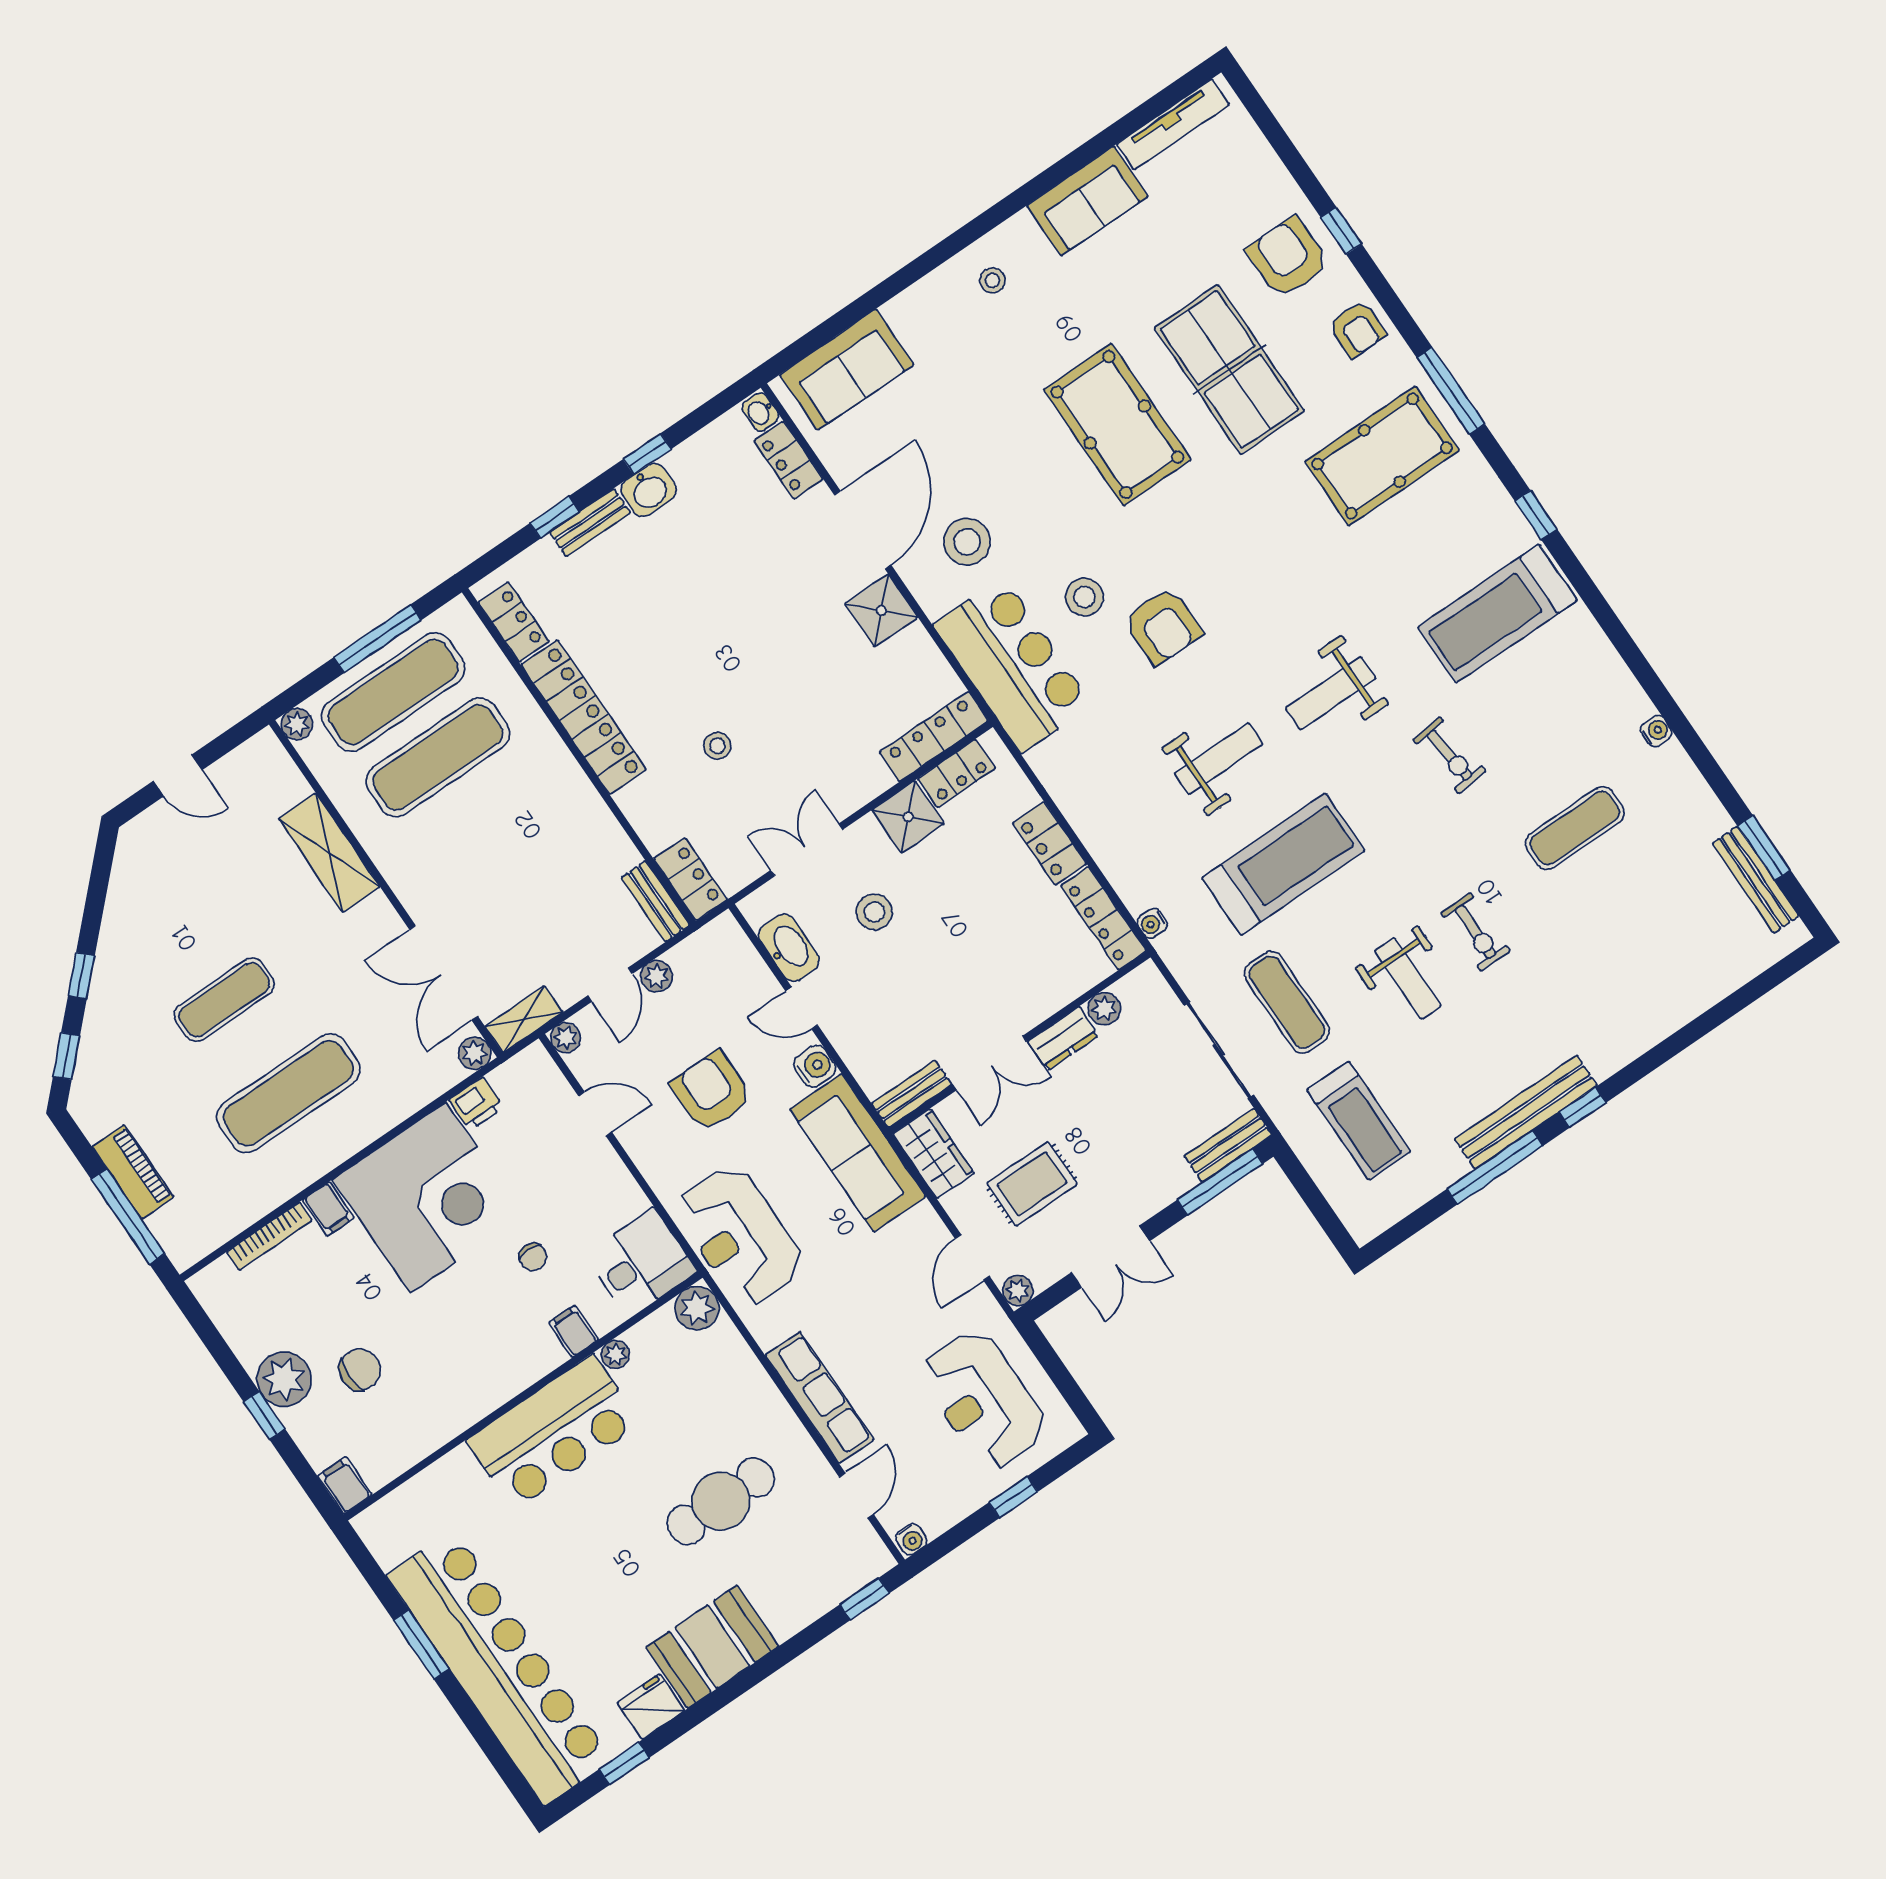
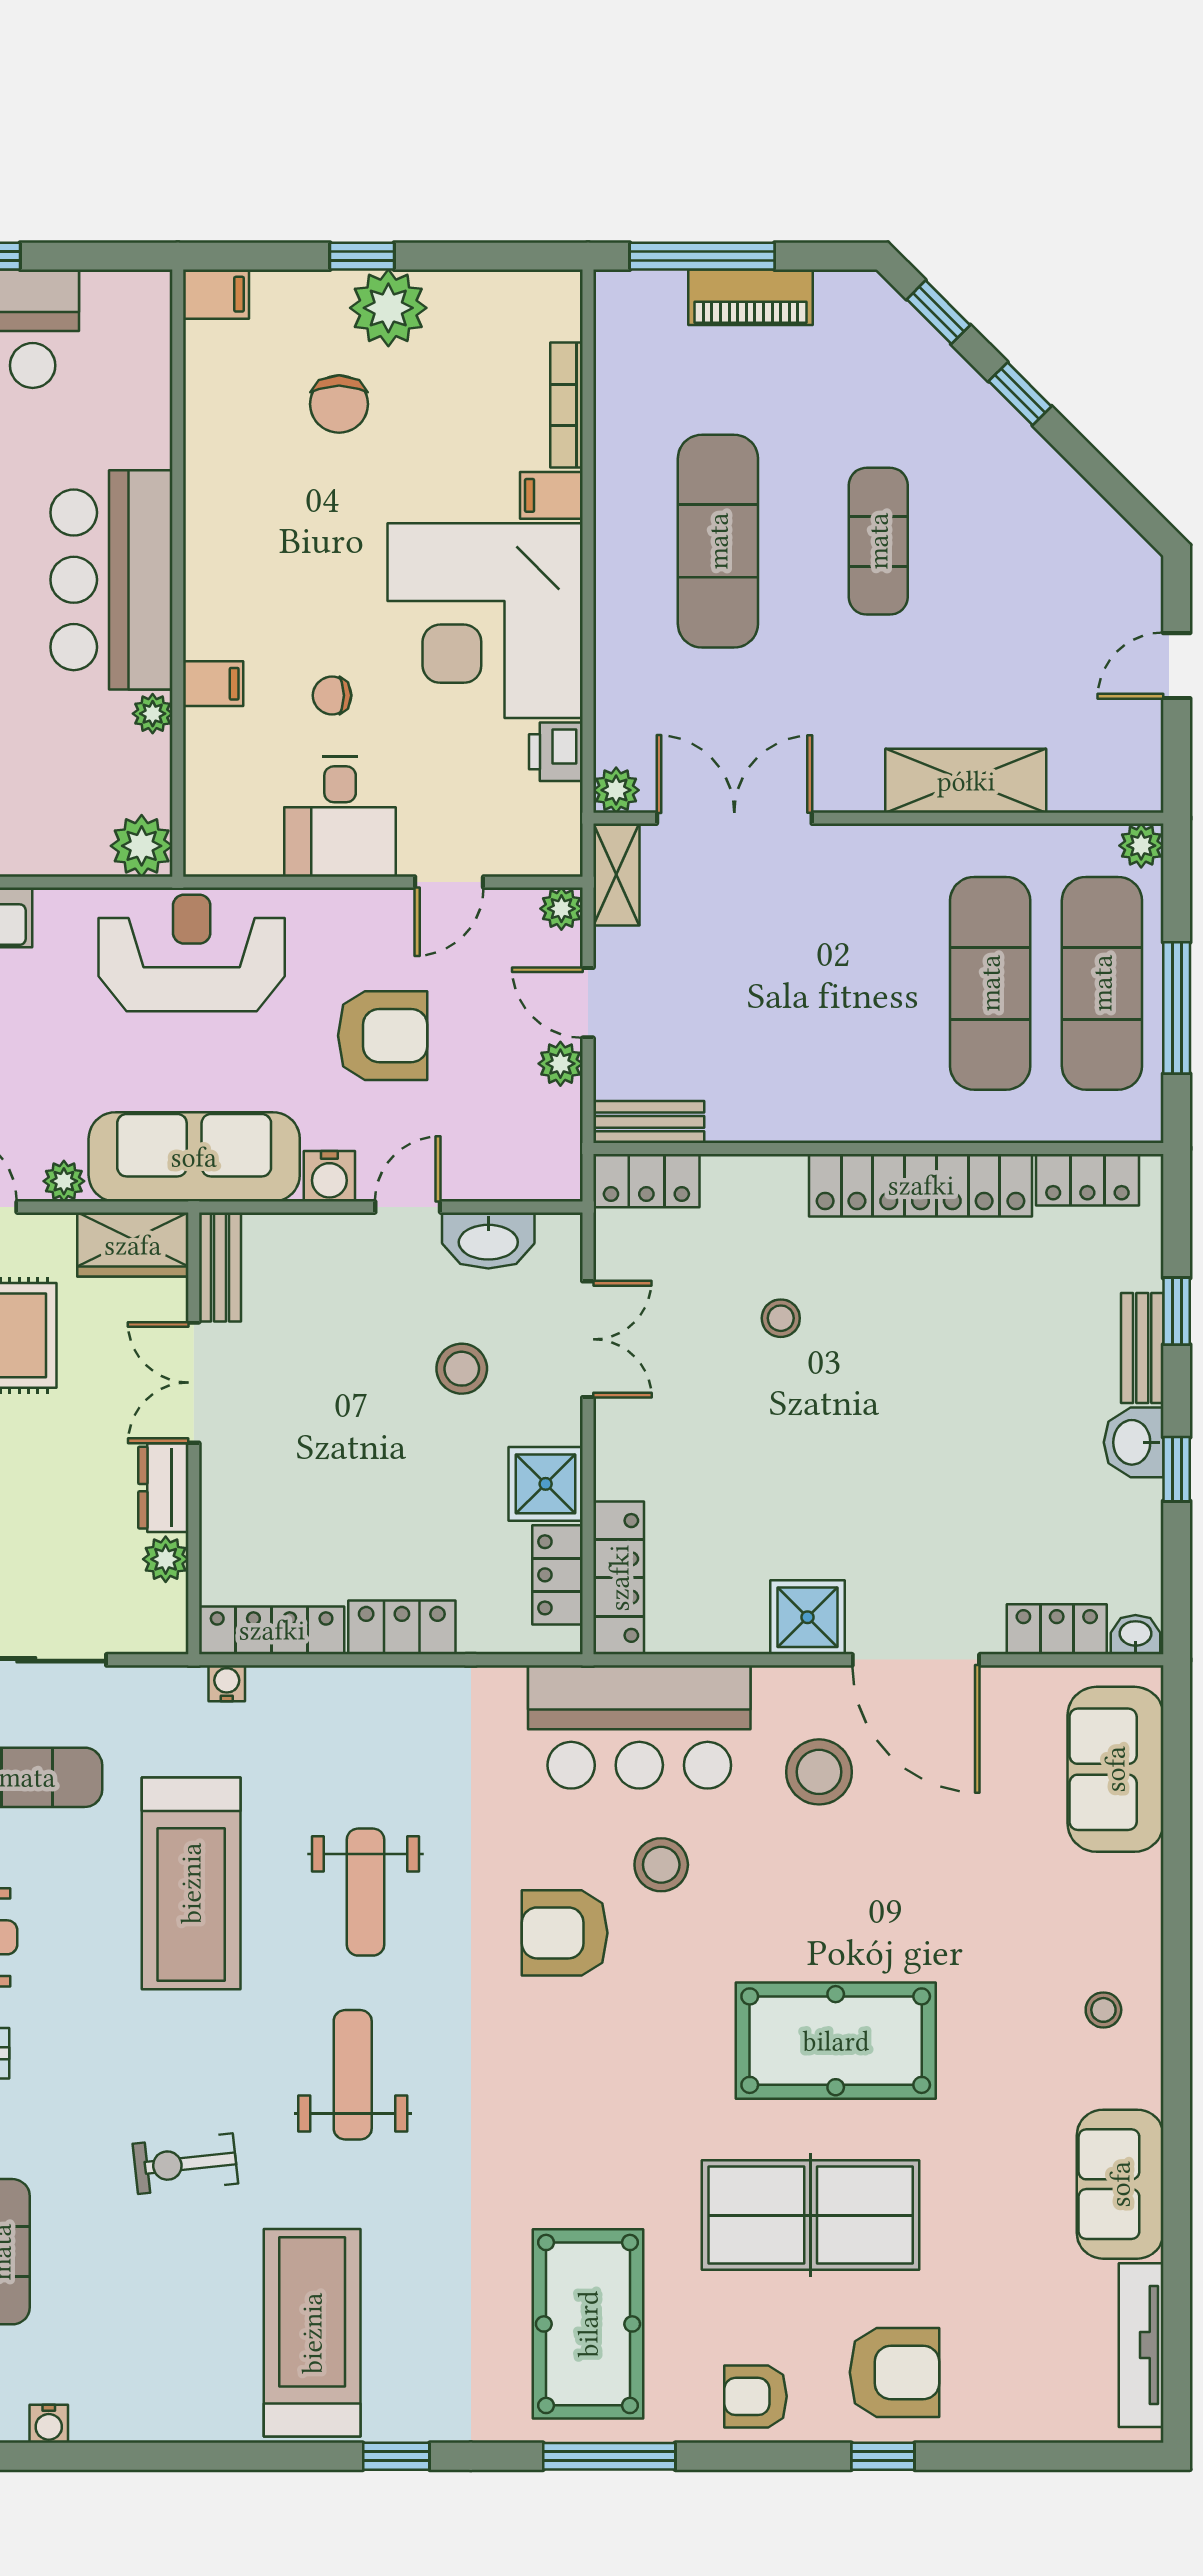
plant: (924, 1219) -> (64, 1181), added
desk: (641, 1263) -> (340, 817), moved

